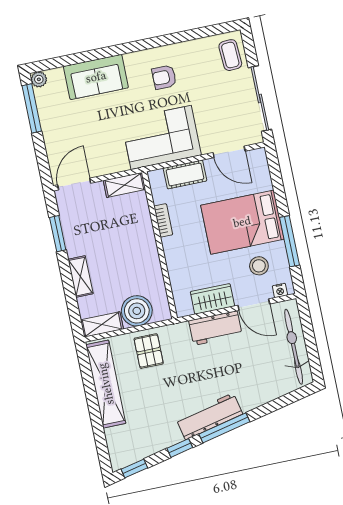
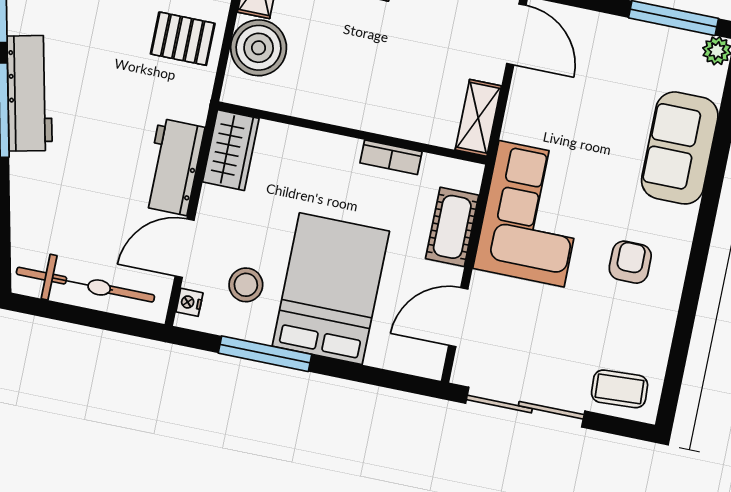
wardrobe: (212, 299) -> (231, 150), moved

